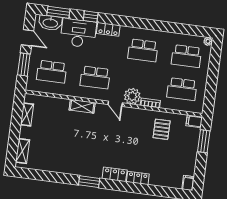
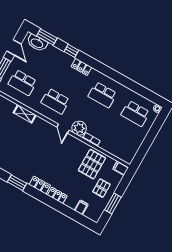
desk: (78, 33) -> (56, 60), removed
school desk: (182, 89) -> (121, 138), removed
shelving: (82, 106) -> (25, 114), moved
pallet: (162, 129) -> (92, 164), width x1.50, depth x1.42
window: (204, 141) -> (113, 203), moved
pallet: (182, 151) -> (101, 188), added
filing cabinet: (188, 183) -> (81, 207), moved

